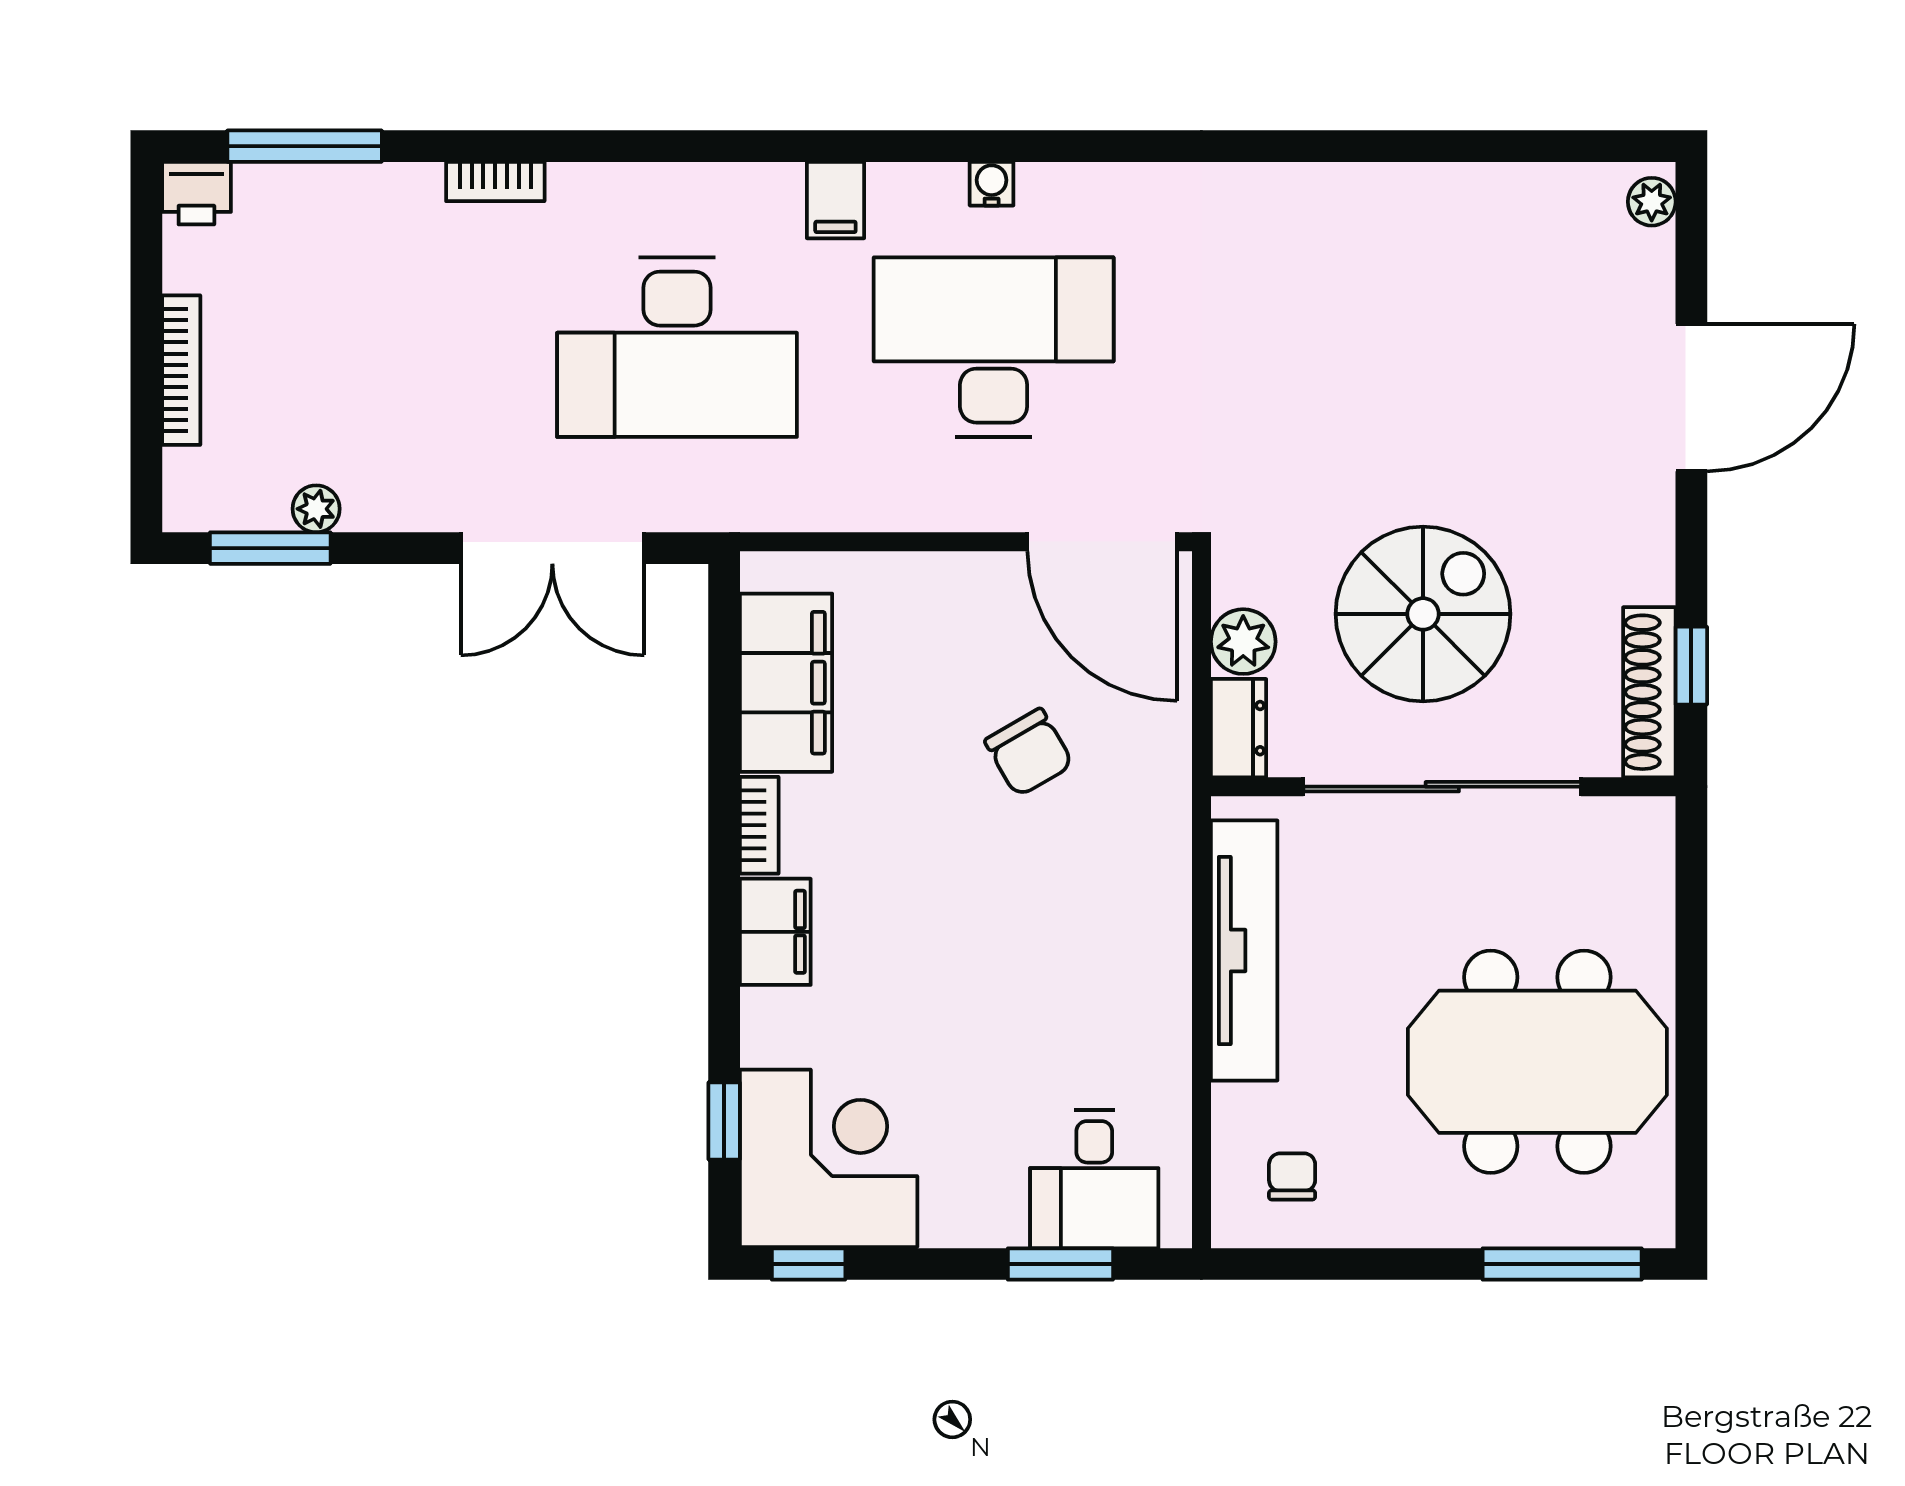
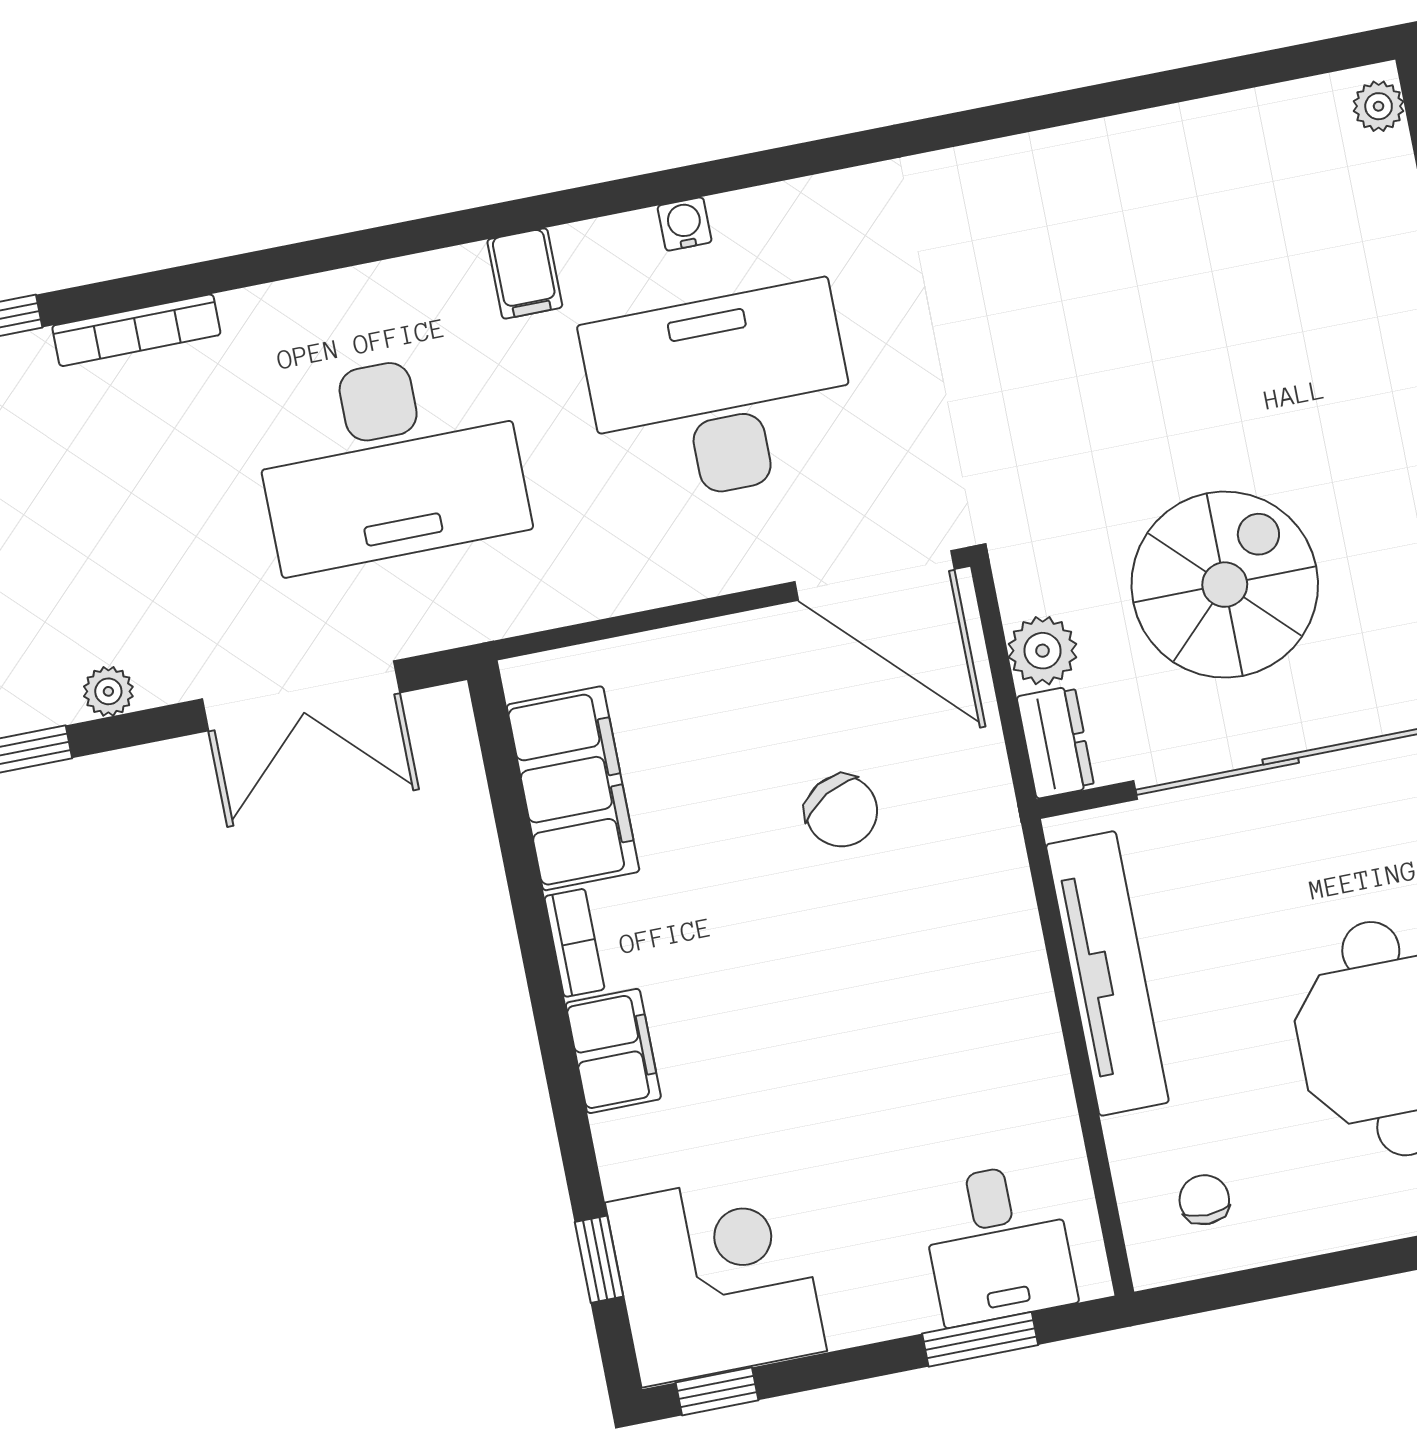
bookcase: (495, 182) -> (136, 330), width x1.56
plant: (316, 509) -> (108, 691), moved

